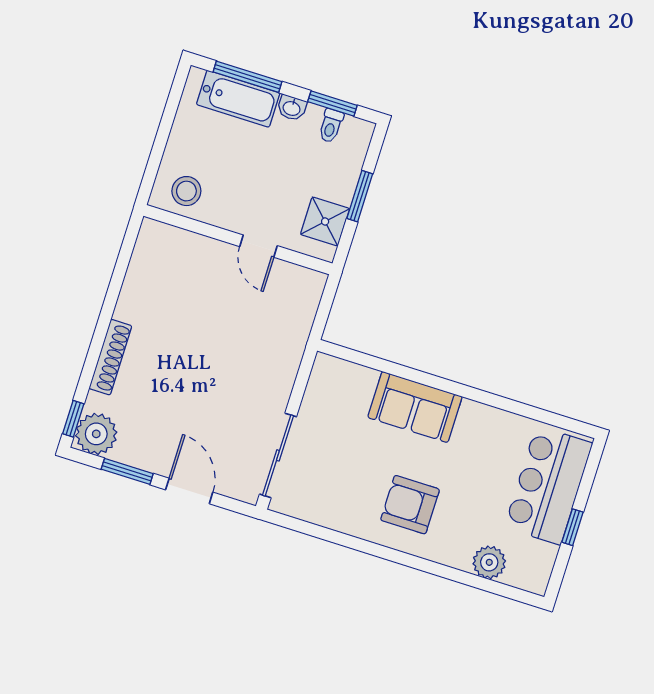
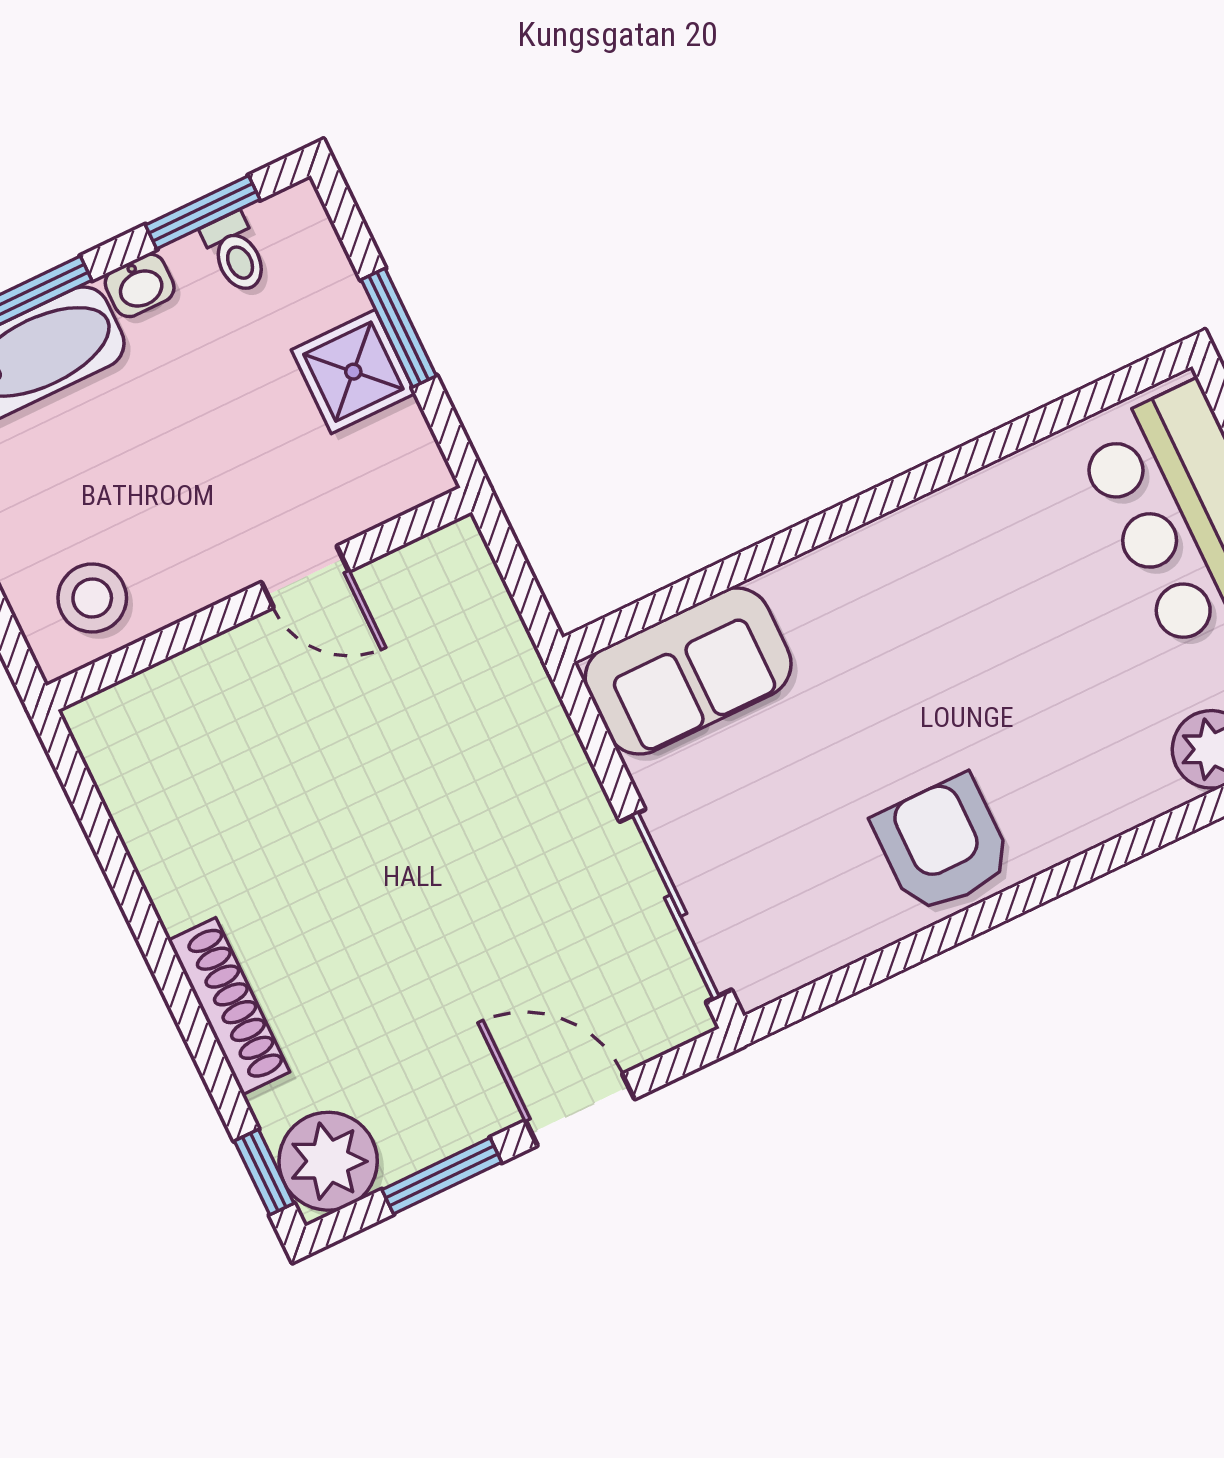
shower: (325, 222) -> (353, 372), moved
sofa: (415, 407) -> (688, 671), moved
armchair: (410, 505) -> (943, 844), moved, turned 90

